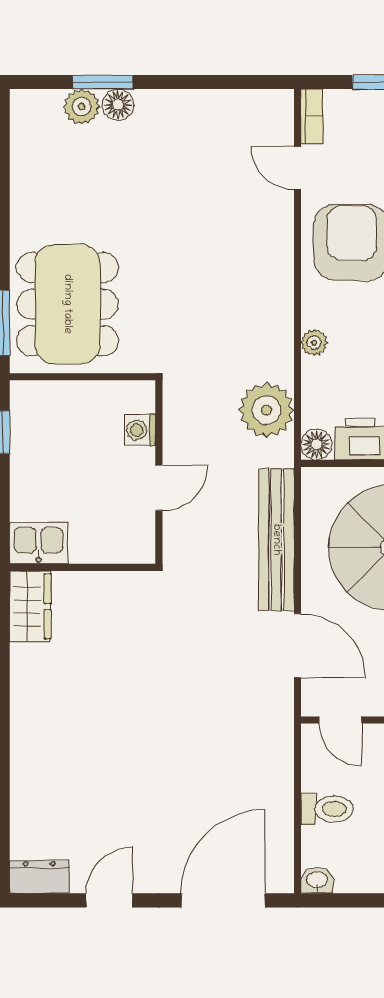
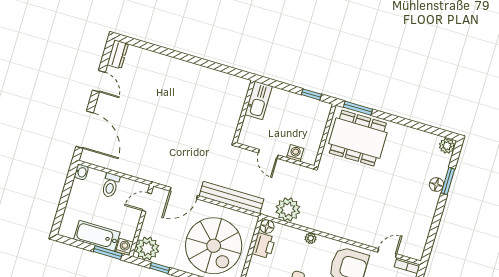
plant: (82, 107) -> (447, 146), moved
kitchen sink: (39, 543) -> (258, 100), width x1.38
wardrobe: (30, 606) -> (234, 84), removed

